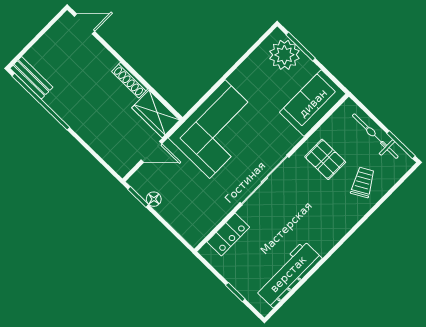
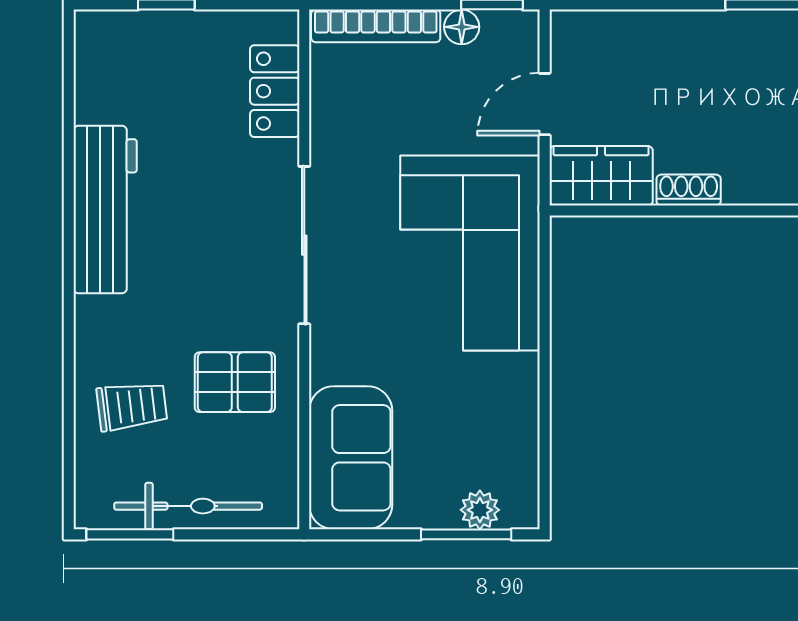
plant: (284, 55) -> (480, 510), width x0.53, depth x0.53
shoe rack: (130, 80) -> (689, 190), width x0.70
trolley: (363, 182) -> (132, 406), turned -68
bookcase: (179, 224) -> (376, 26), added
workbench: (288, 274) -> (105, 210), moved

